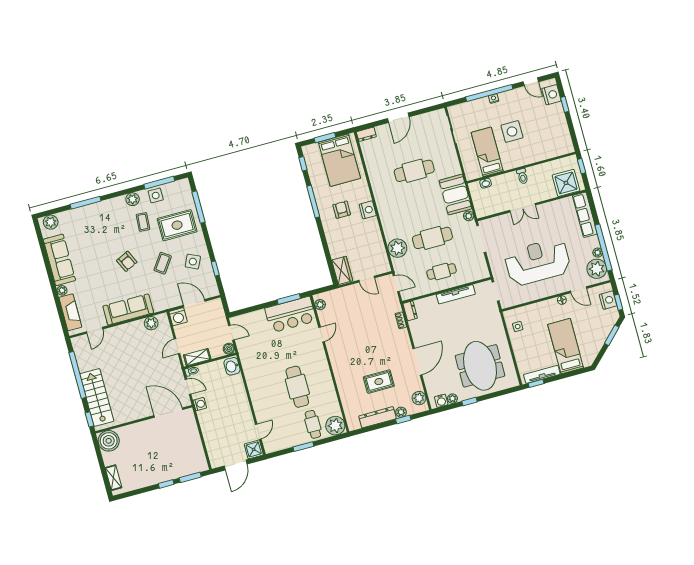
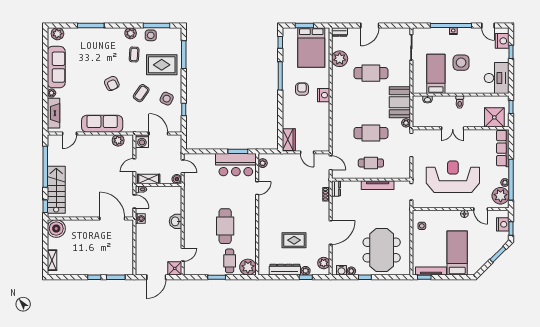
desk: (556, 138) -> (497, 78), added
plant: (397, 248) -> (340, 59), moved
washbasin: (232, 366) -> (176, 221), moved

